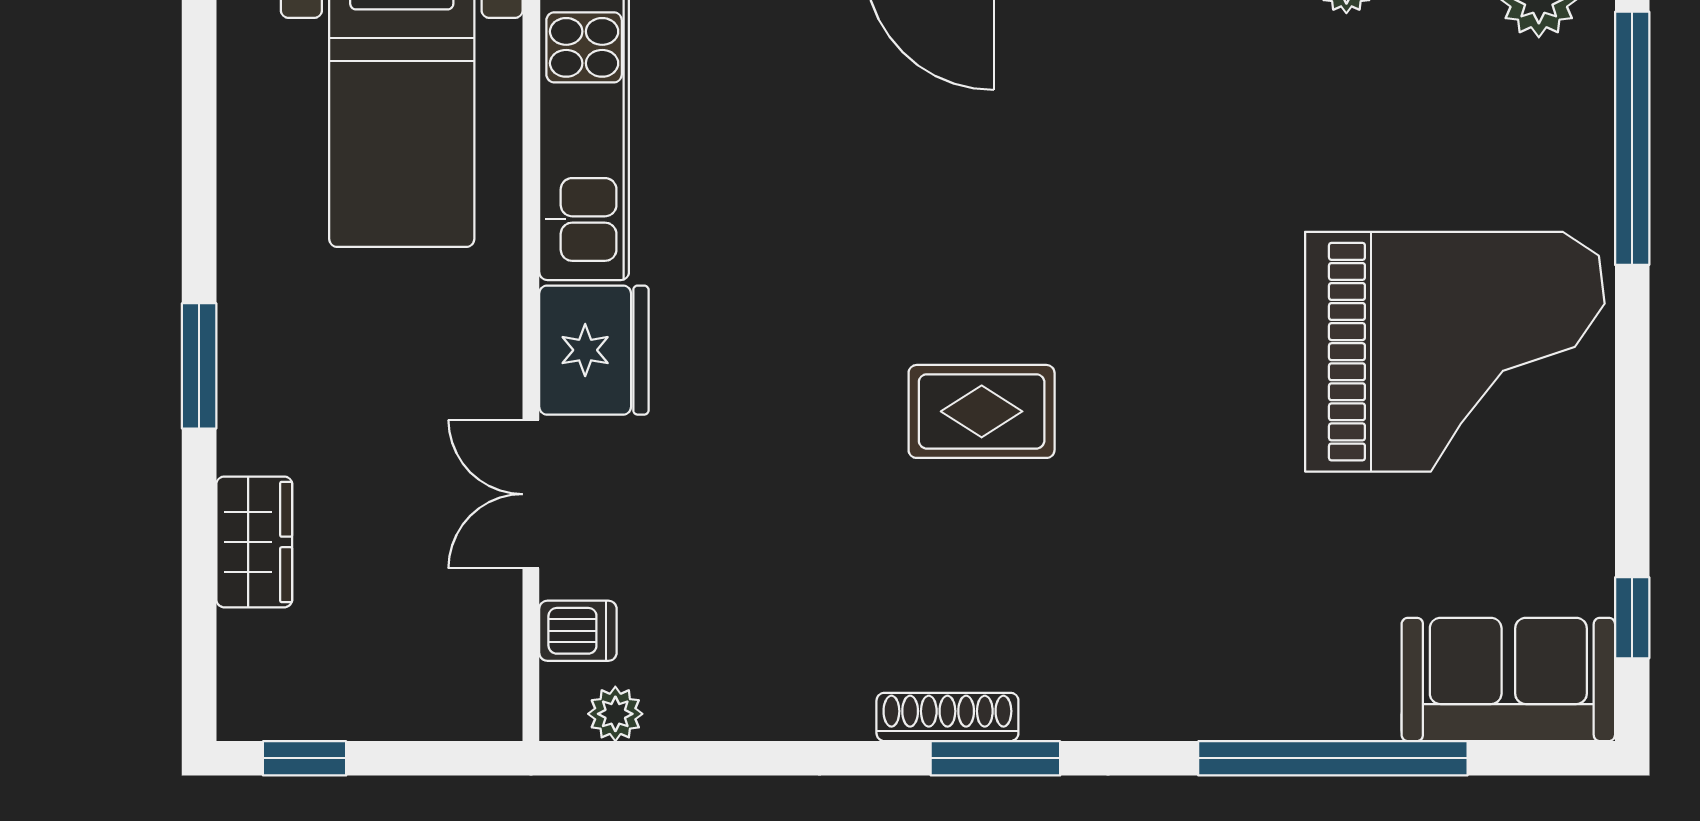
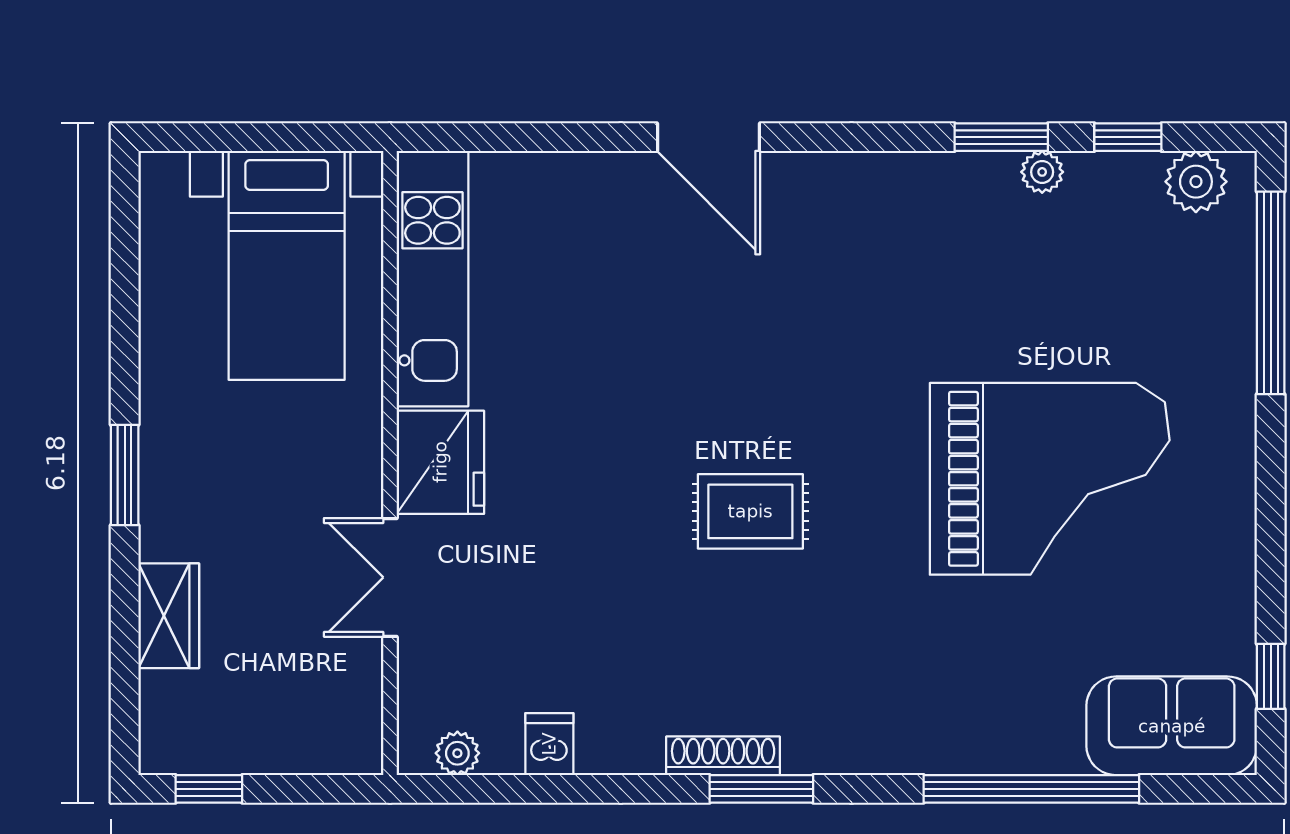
grand piano: (1455, 352) -> (1050, 479), moved
dishwasher: (578, 631) -> (549, 744), moved, turned -90

